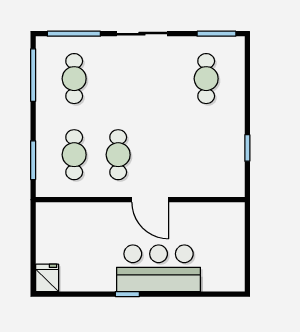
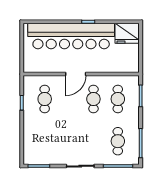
cafe table: (206, 79) -> (45, 99), moved
door: (150, 200) -> (76, 74), swing flipped
bar counter: (159, 268) -> (71, 36), width x1.86
fridge: (47, 278) -> (127, 33), width x1.88, depth x1.34

